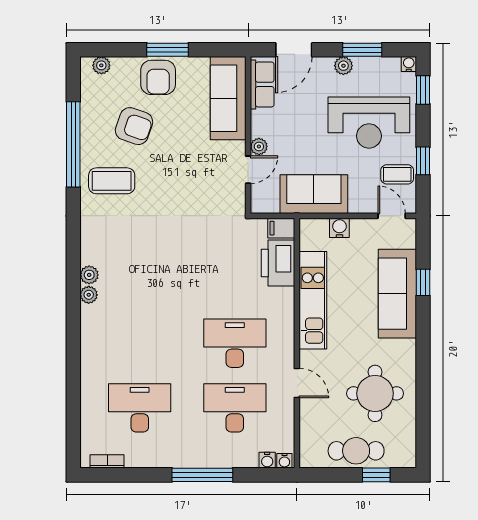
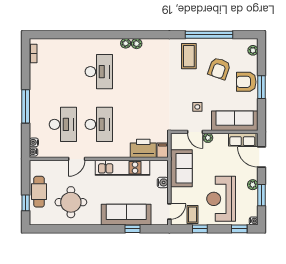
side table: (203, 165) -> (197, 107), added
desk: (140, 408) -> (99, 72), moved

